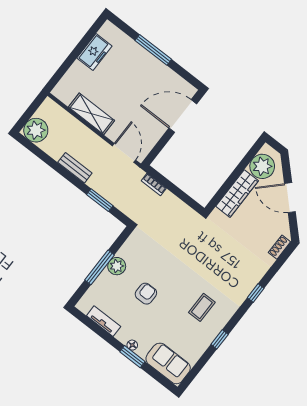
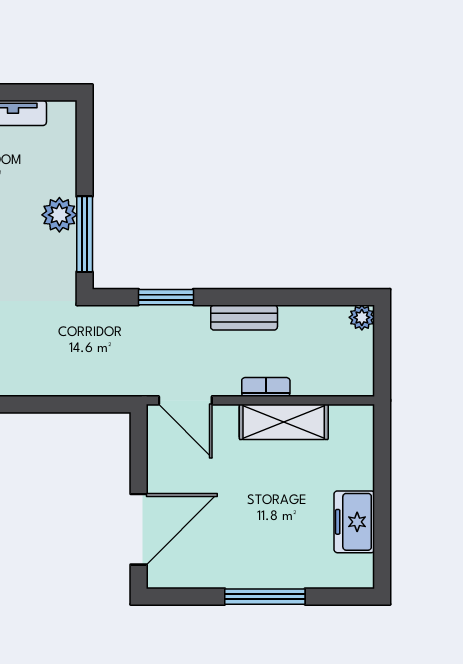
plant: (36, 130) -> (362, 317), width x0.53, depth x0.53
bookcase: (154, 185) -> (266, 387), moved
window: (100, 267) -> (85, 234), moved

